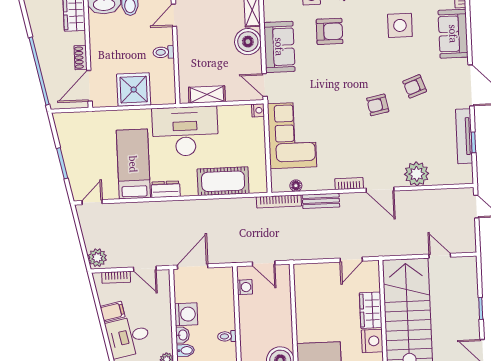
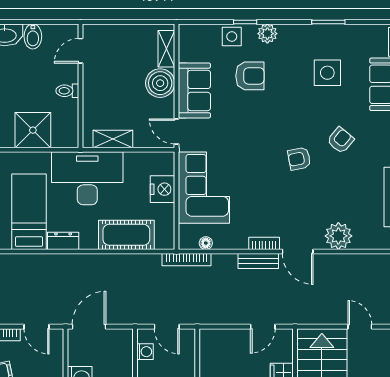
armchair: (415, 86) -> (340, 140), turned 150
nightstand: (258, 110) -> (163, 189), moved, width x1.89, depth x1.79
bench: (321, 201) -> (258, 261), moved

